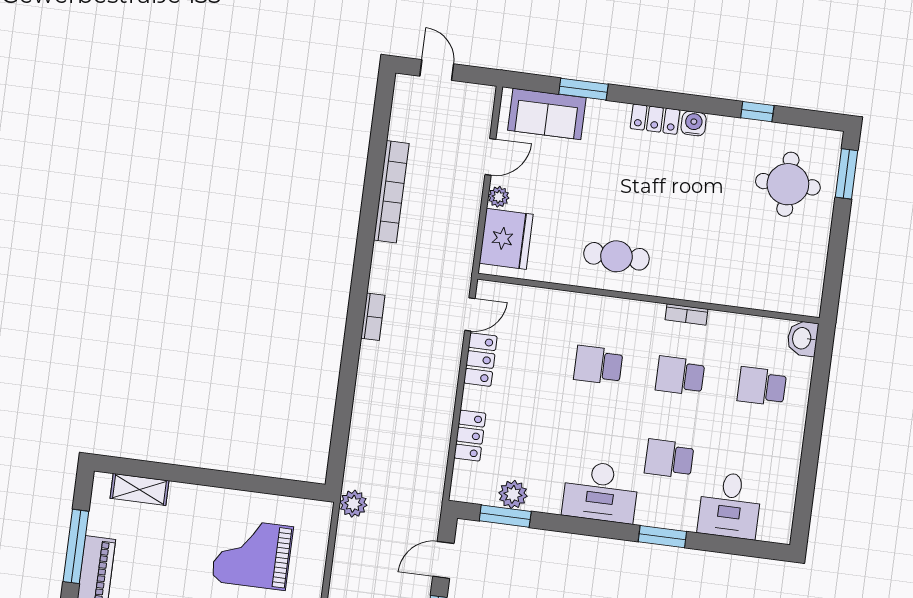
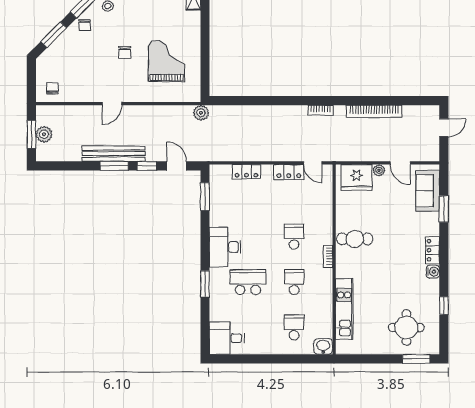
cafe table: (616, 256) -> (355, 239), turned 90
kitchen unit: (740, 292) -> (344, 309), added
bookcase: (686, 314) -> (328, 256), moved
bookcase: (373, 317) -> (321, 110), moved
school desk: (669, 459) -> (248, 282), width x1.85
plant: (513, 494) -> (217, 199), removed
desk: (730, 505) -> (227, 338), moved

